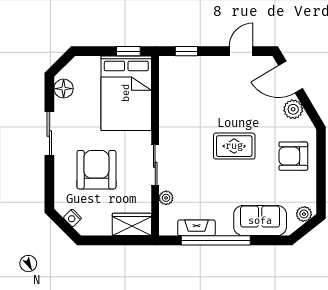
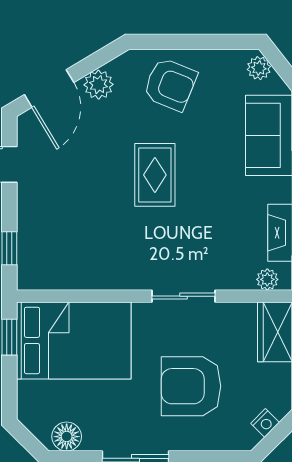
armchair: (293, 156) -> (170, 84), turned -68
plant: (166, 198) -> (267, 279), moved

